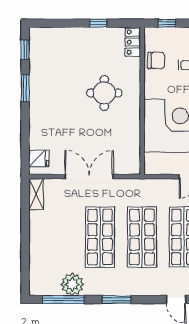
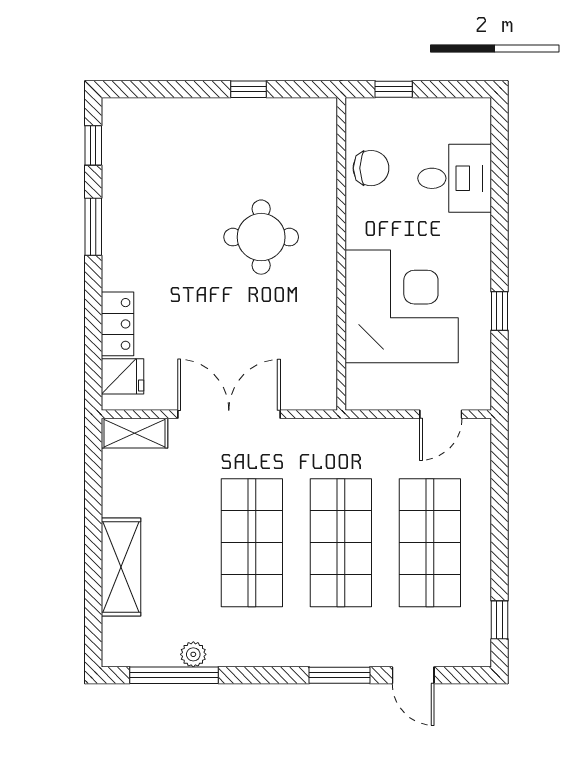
locker: (133, 42) -> (117, 324), moved, turned 180
shelving: (36, 194) -> (134, 433), moved, turned 90
shelving: (38, 249) -> (121, 567), added
plant: (72, 284) -> (193, 654), width x0.53, depth x0.53
window: (117, 300) -> (339, 675), moved

